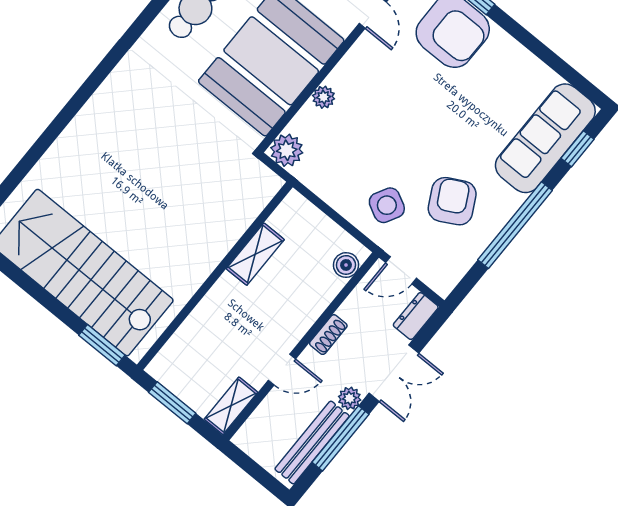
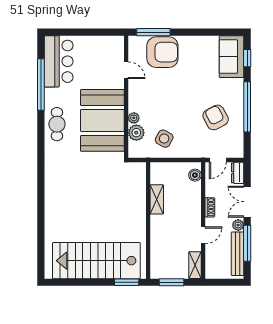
sofa: (545, 138) -> (232, 57), width x0.73
plant: (287, 150) -> (136, 133), moved
side table: (387, 205) -> (164, 139), moved
double door: (394, 373) -> (247, 202), swing flipped

